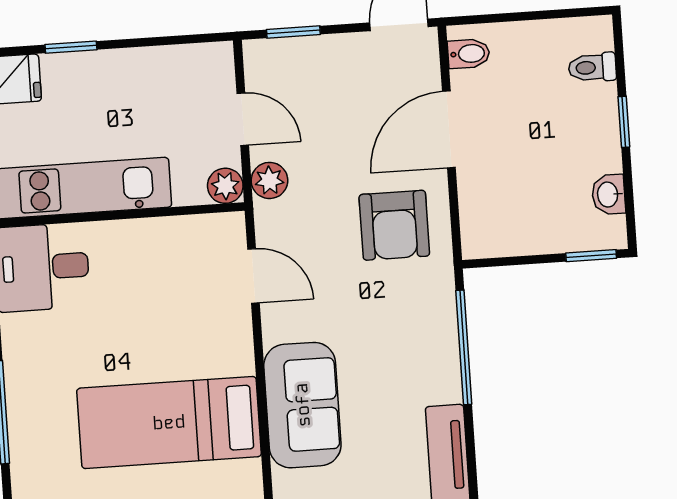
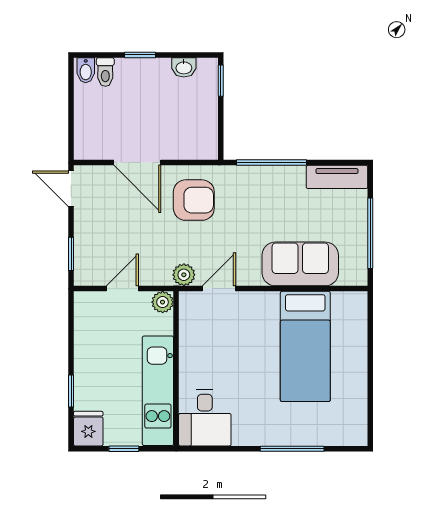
bidet: (469, 54) -> (86, 70), moved, turned 180
plant: (269, 180) -> (184, 275), moved

